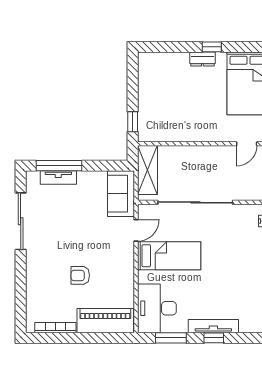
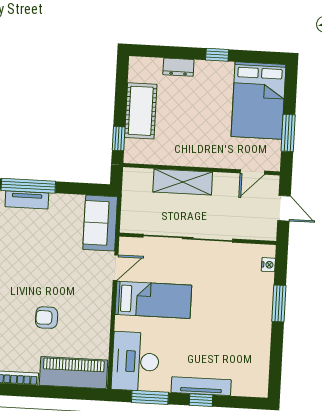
dresser: (202, 59) -> (178, 67), moved
cot: (150, 97) -> (141, 111), added
shelving: (148, 170) -> (183, 182), moved, turned 90

